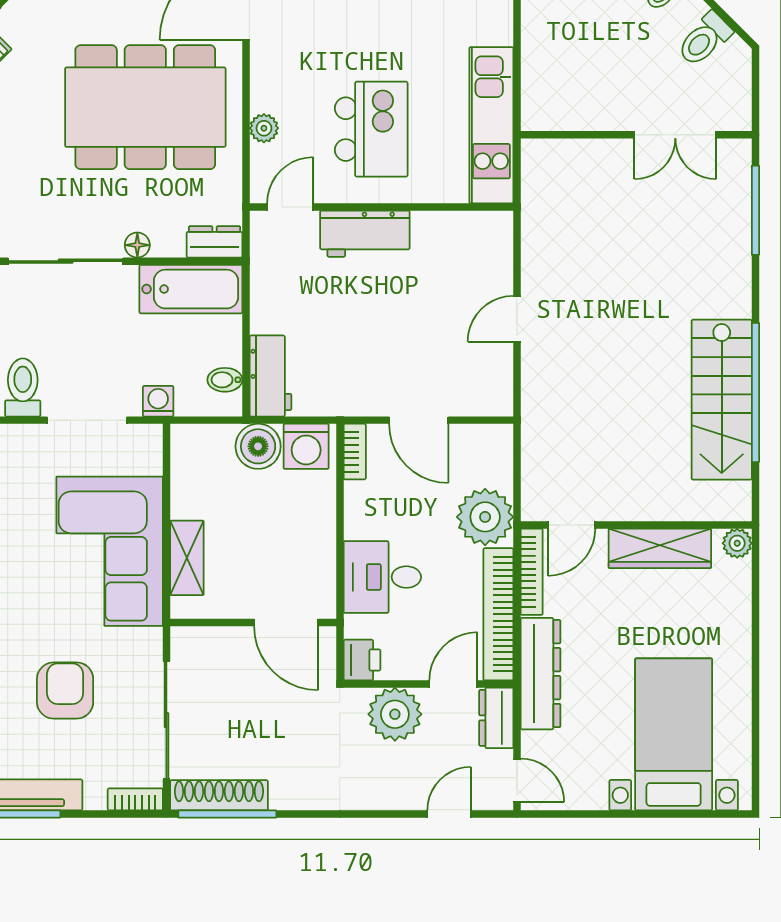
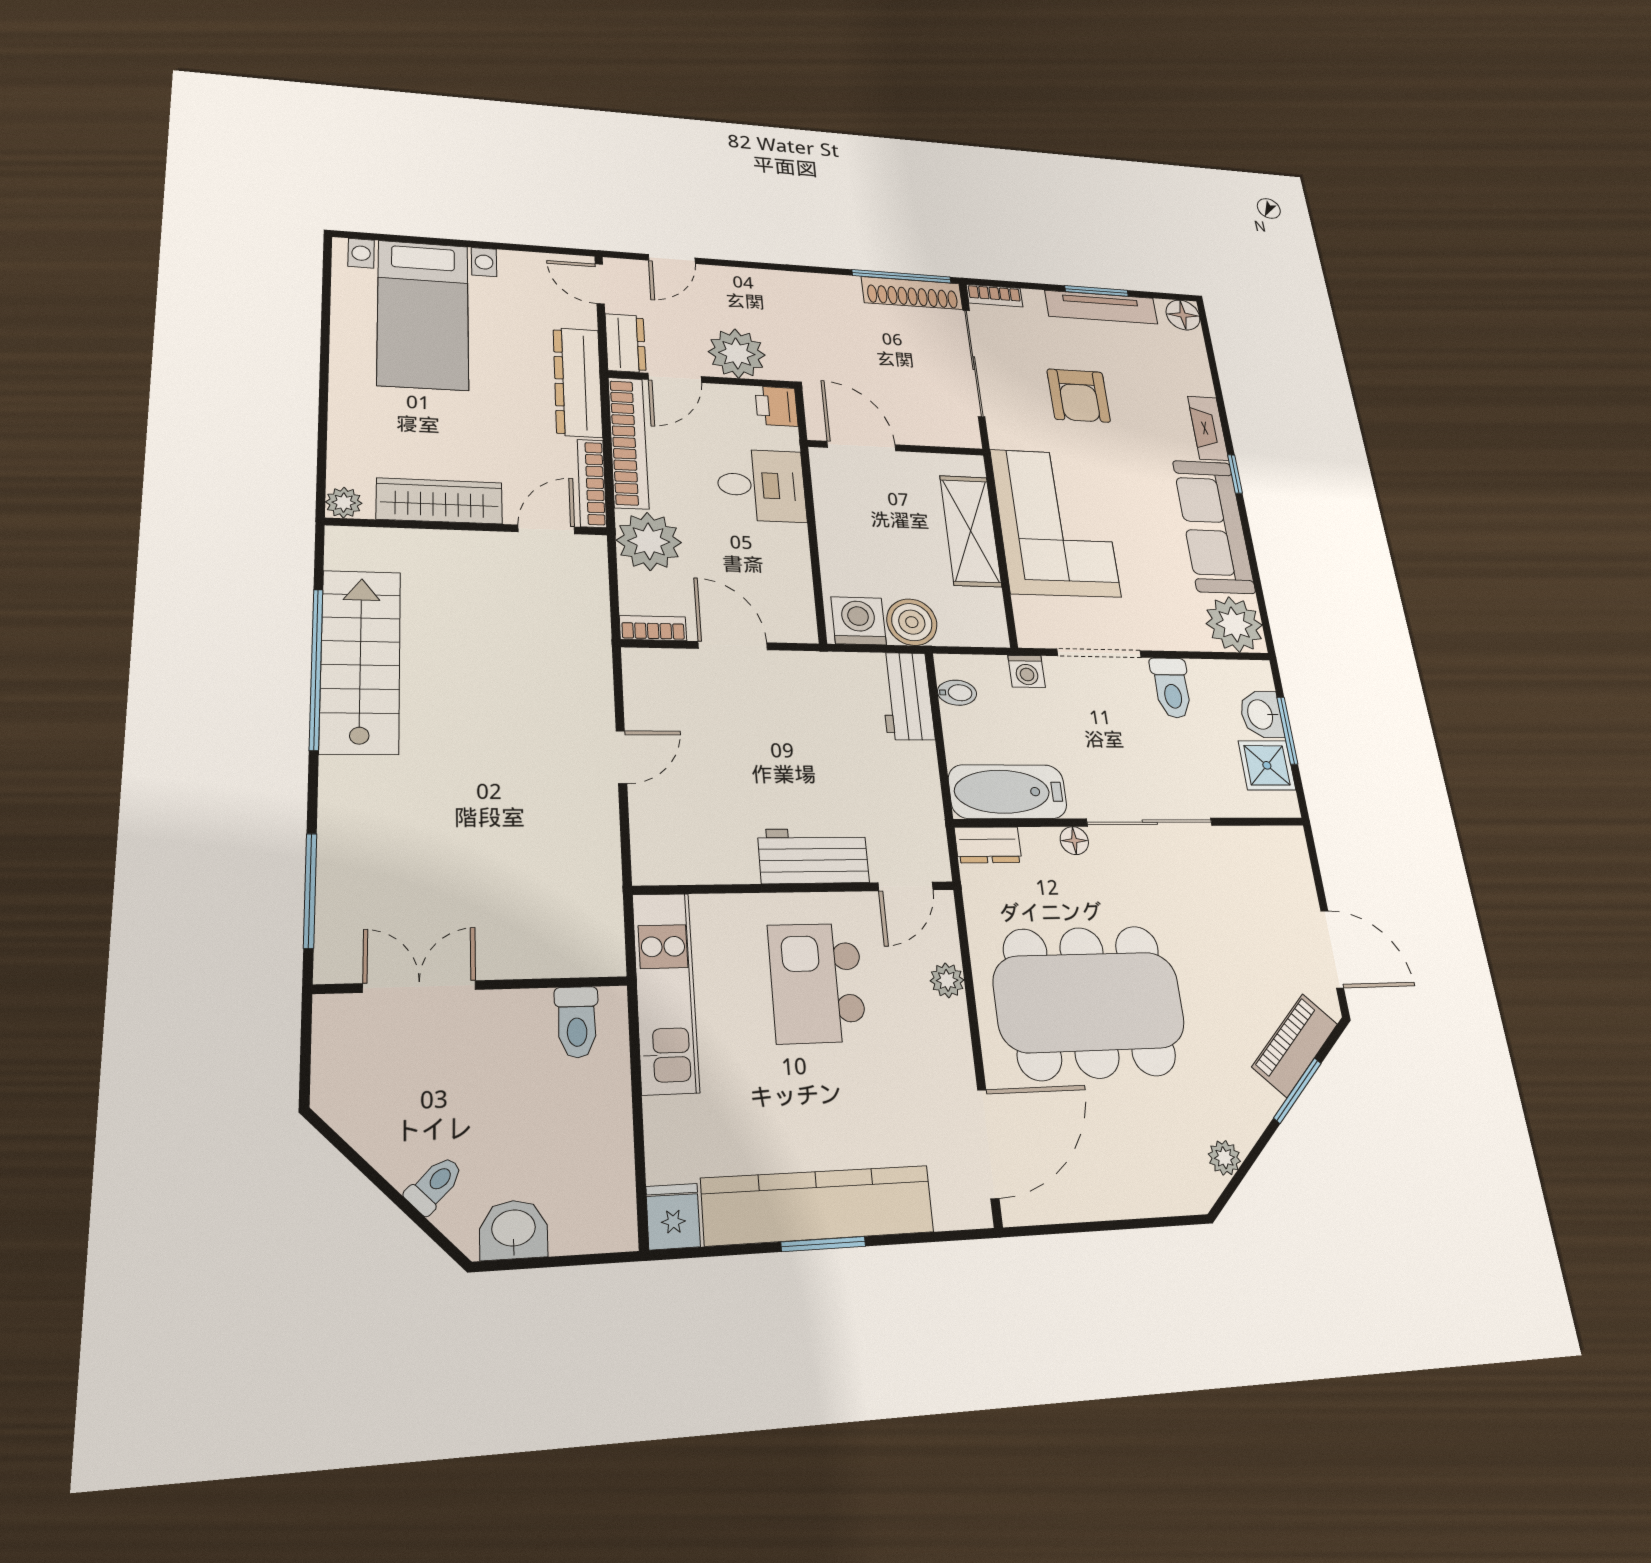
toilet: (704, 39) -> (577, 1022), moved, turned 135
bookcase: (355, 452) -> (653, 628), moved, turned 90
shelving: (187, 558) -> (971, 531), width x1.50, depth x1.33

